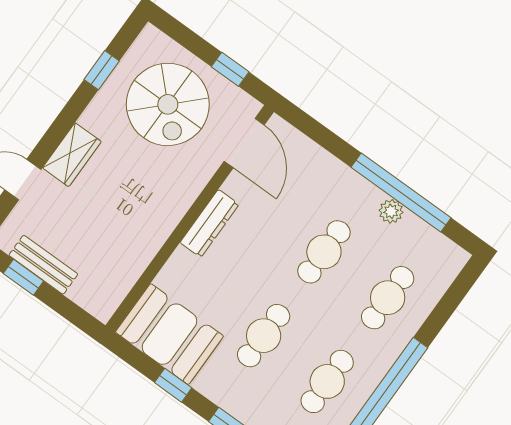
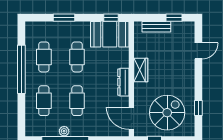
spiral stairs: (168, 104) -> (167, 113), turned 90
wardrobe: (72, 155) -> (141, 70), moved, turned 180
bench: (43, 265) -> (156, 27), moved
window: (173, 385) -> (111, 18), moved

